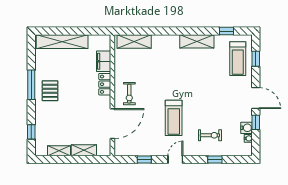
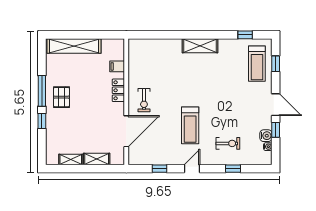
shelving: (134, 41) -> (149, 46), removed
shelving: (197, 41) -> (200, 46), moved
filing cabinet: (104, 61) -> (117, 66), width x0.50
window: (31, 132) -> (42, 121), moved

